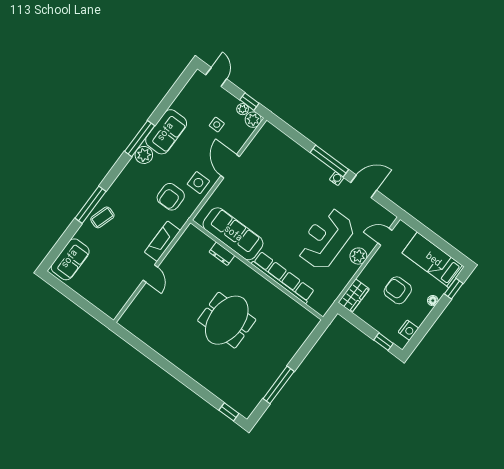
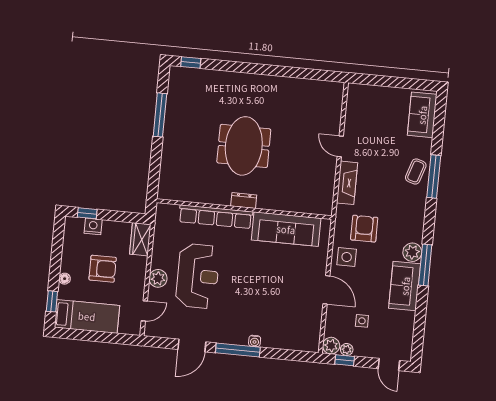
water cooler: (337, 179) -> (255, 341), moved
dresser: (222, 254) -> (244, 200), moved
nightstand: (408, 330) -> (93, 226), moved, turned 90

